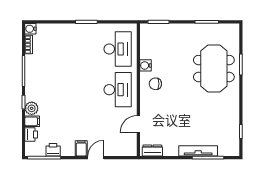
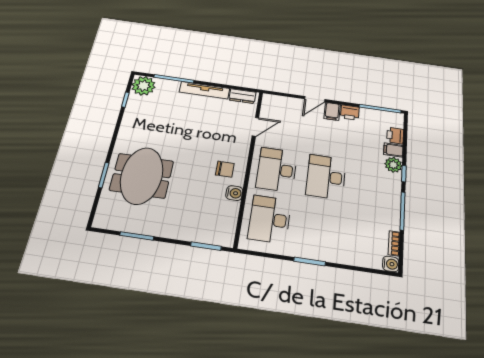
desk: (81, 90) -> (326, 177), added
plant: (230, 147) -> (143, 86), added
printer: (53, 150) -> (350, 113), moved
tv unit: (198, 151) -> (204, 90), moved

